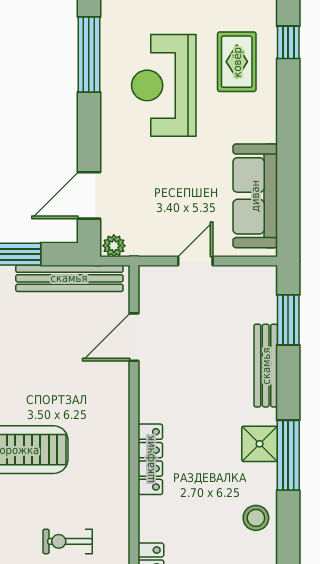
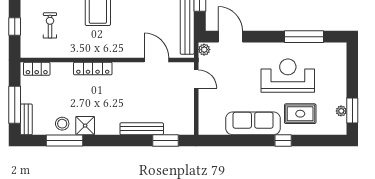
window: (288, 42) -> (283, 141), moved
sofa: (255, 196) -> (253, 123), moved
door: (195, 261) -> (196, 79), moved
shower: (260, 444) -> (85, 126), moved
window: (288, 455) -> (64, 141), moved

